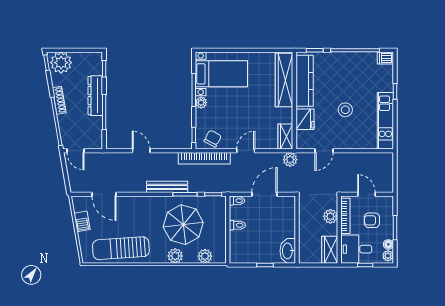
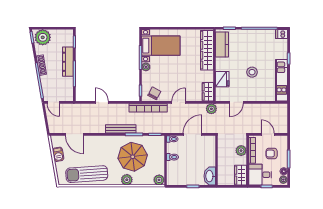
kitchen counter: (305, 81) -> (222, 44), width x0.67
plant: (205, 256) -> (159, 180), moved

